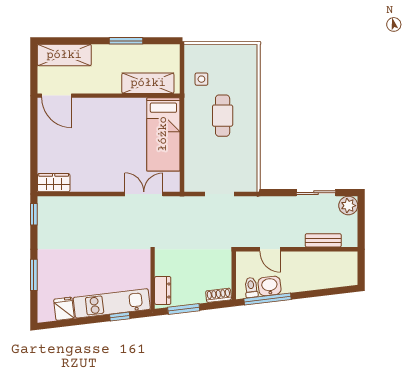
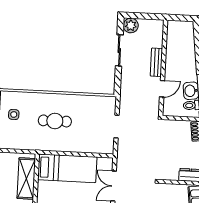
side table: (201, 79) -> (14, 114), moved
bench: (323, 240) -> (156, 62), moved

